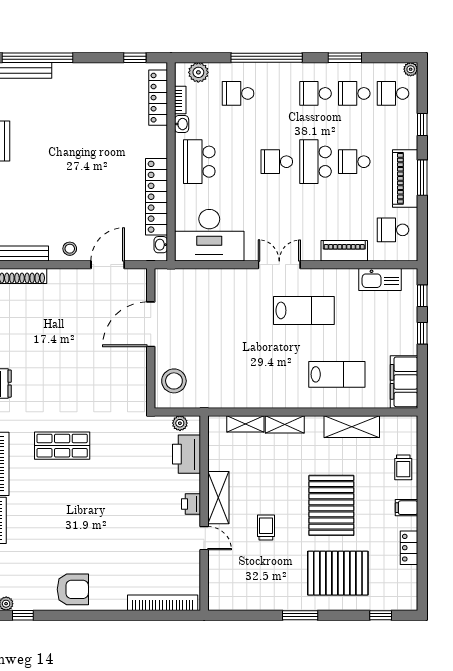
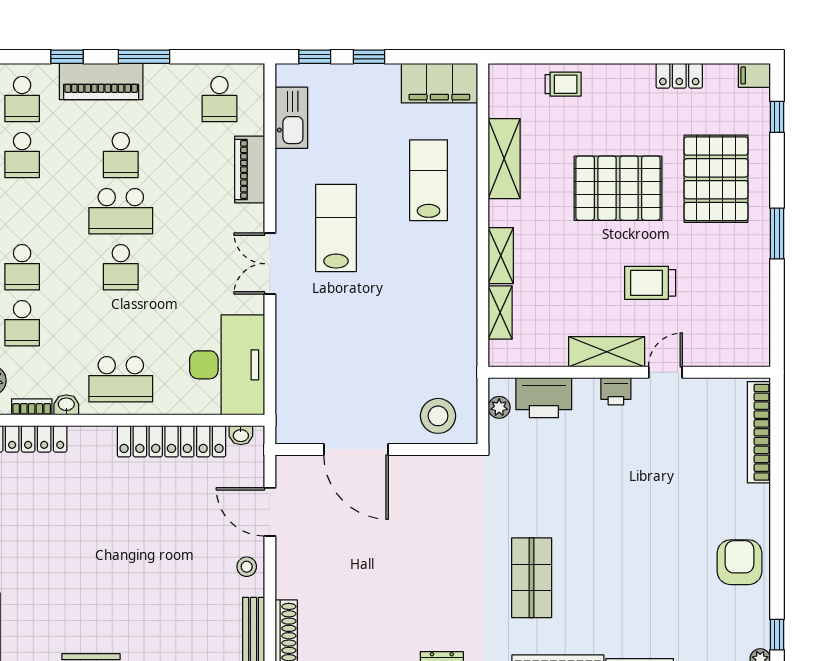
school desk: (315, 93) -> (22, 267), moved
piano: (405, 178) -> (101, 82), moved
filing cabinet: (407, 508) -> (754, 75), moved, turned 90
trolley: (266, 528) -> (650, 283), width x1.36, depth x1.39

